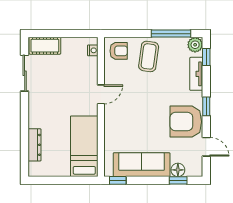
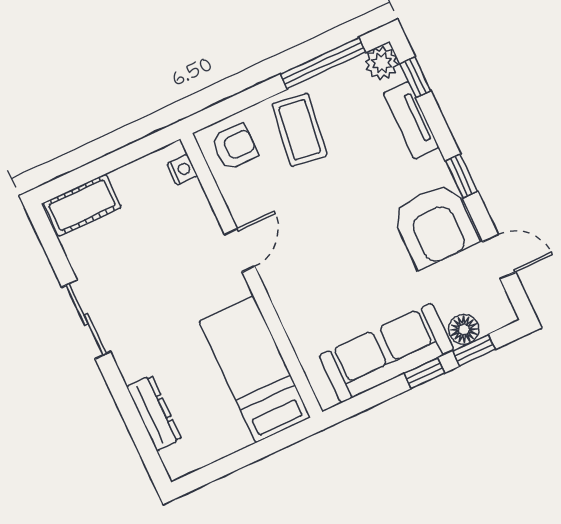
sliding door: (25, 73) -> (86, 319), moved
armchair: (186, 122) -> (435, 225), turned -90
window: (118, 180) -> (424, 373), moved

